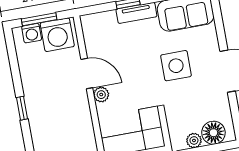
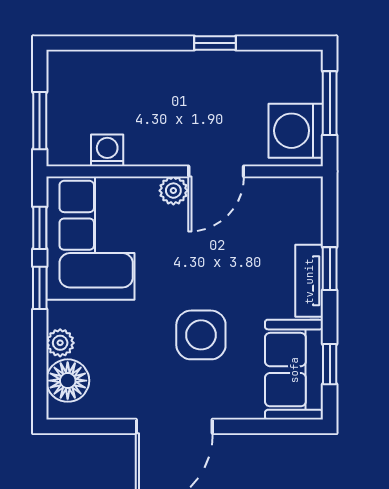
washing machine: (32, 33) -> (107, 150), moved, turned 90
window: (22, 108) -> (215, 43), moved

